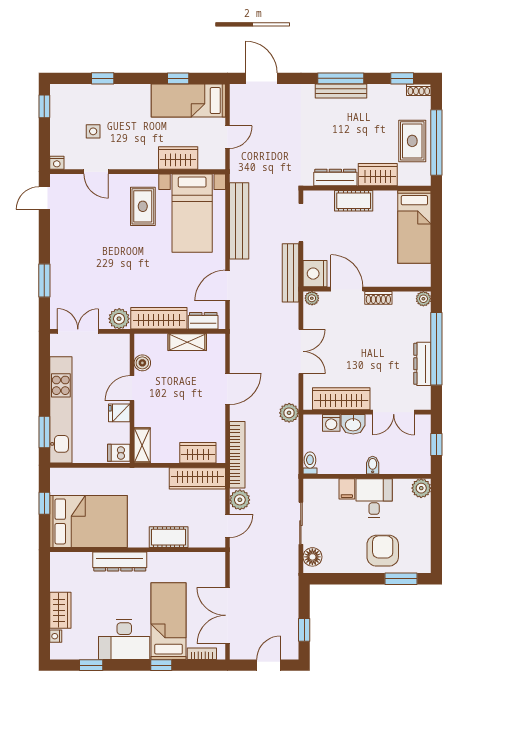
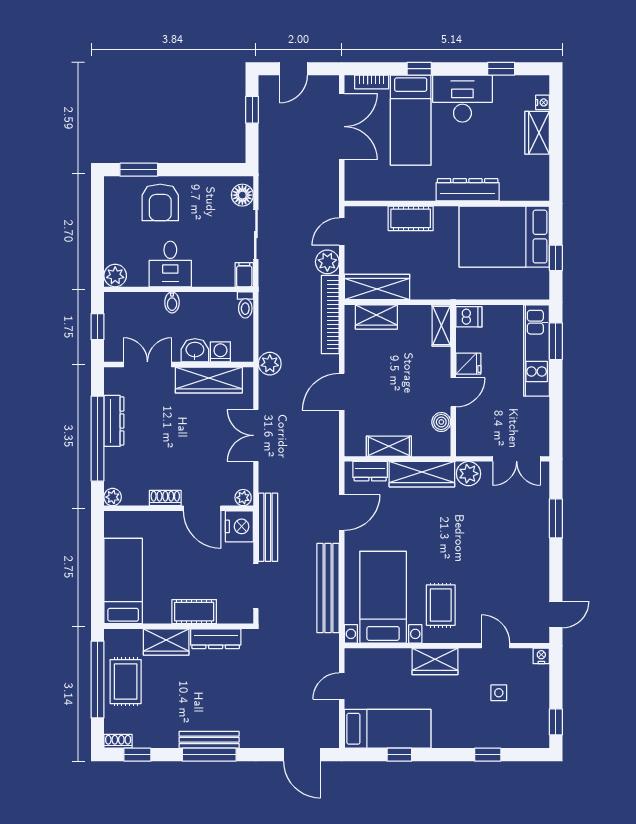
wardrobe: (178, 158) -> (435, 661), moved
kitchen unit: (61, 410) -> (537, 350), width x0.73
filing cabinet: (347, 489) -> (244, 275), moved

